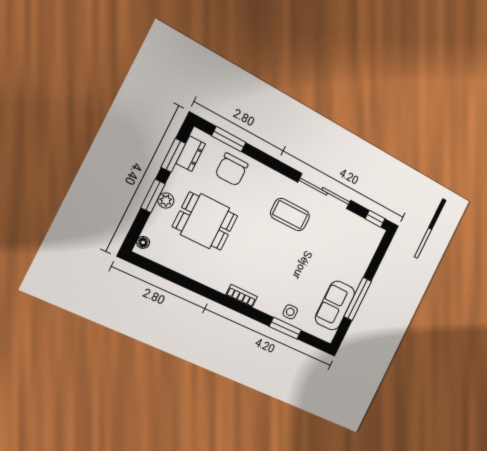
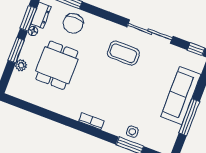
plant: (166, 200) -> (21, 65), moved
dining table: (205, 221) -> (57, 65), turned 90
floor lamp: (143, 242) -> (33, 31), moved
sofa: (335, 306) -> (181, 96), moved, width x1.36

